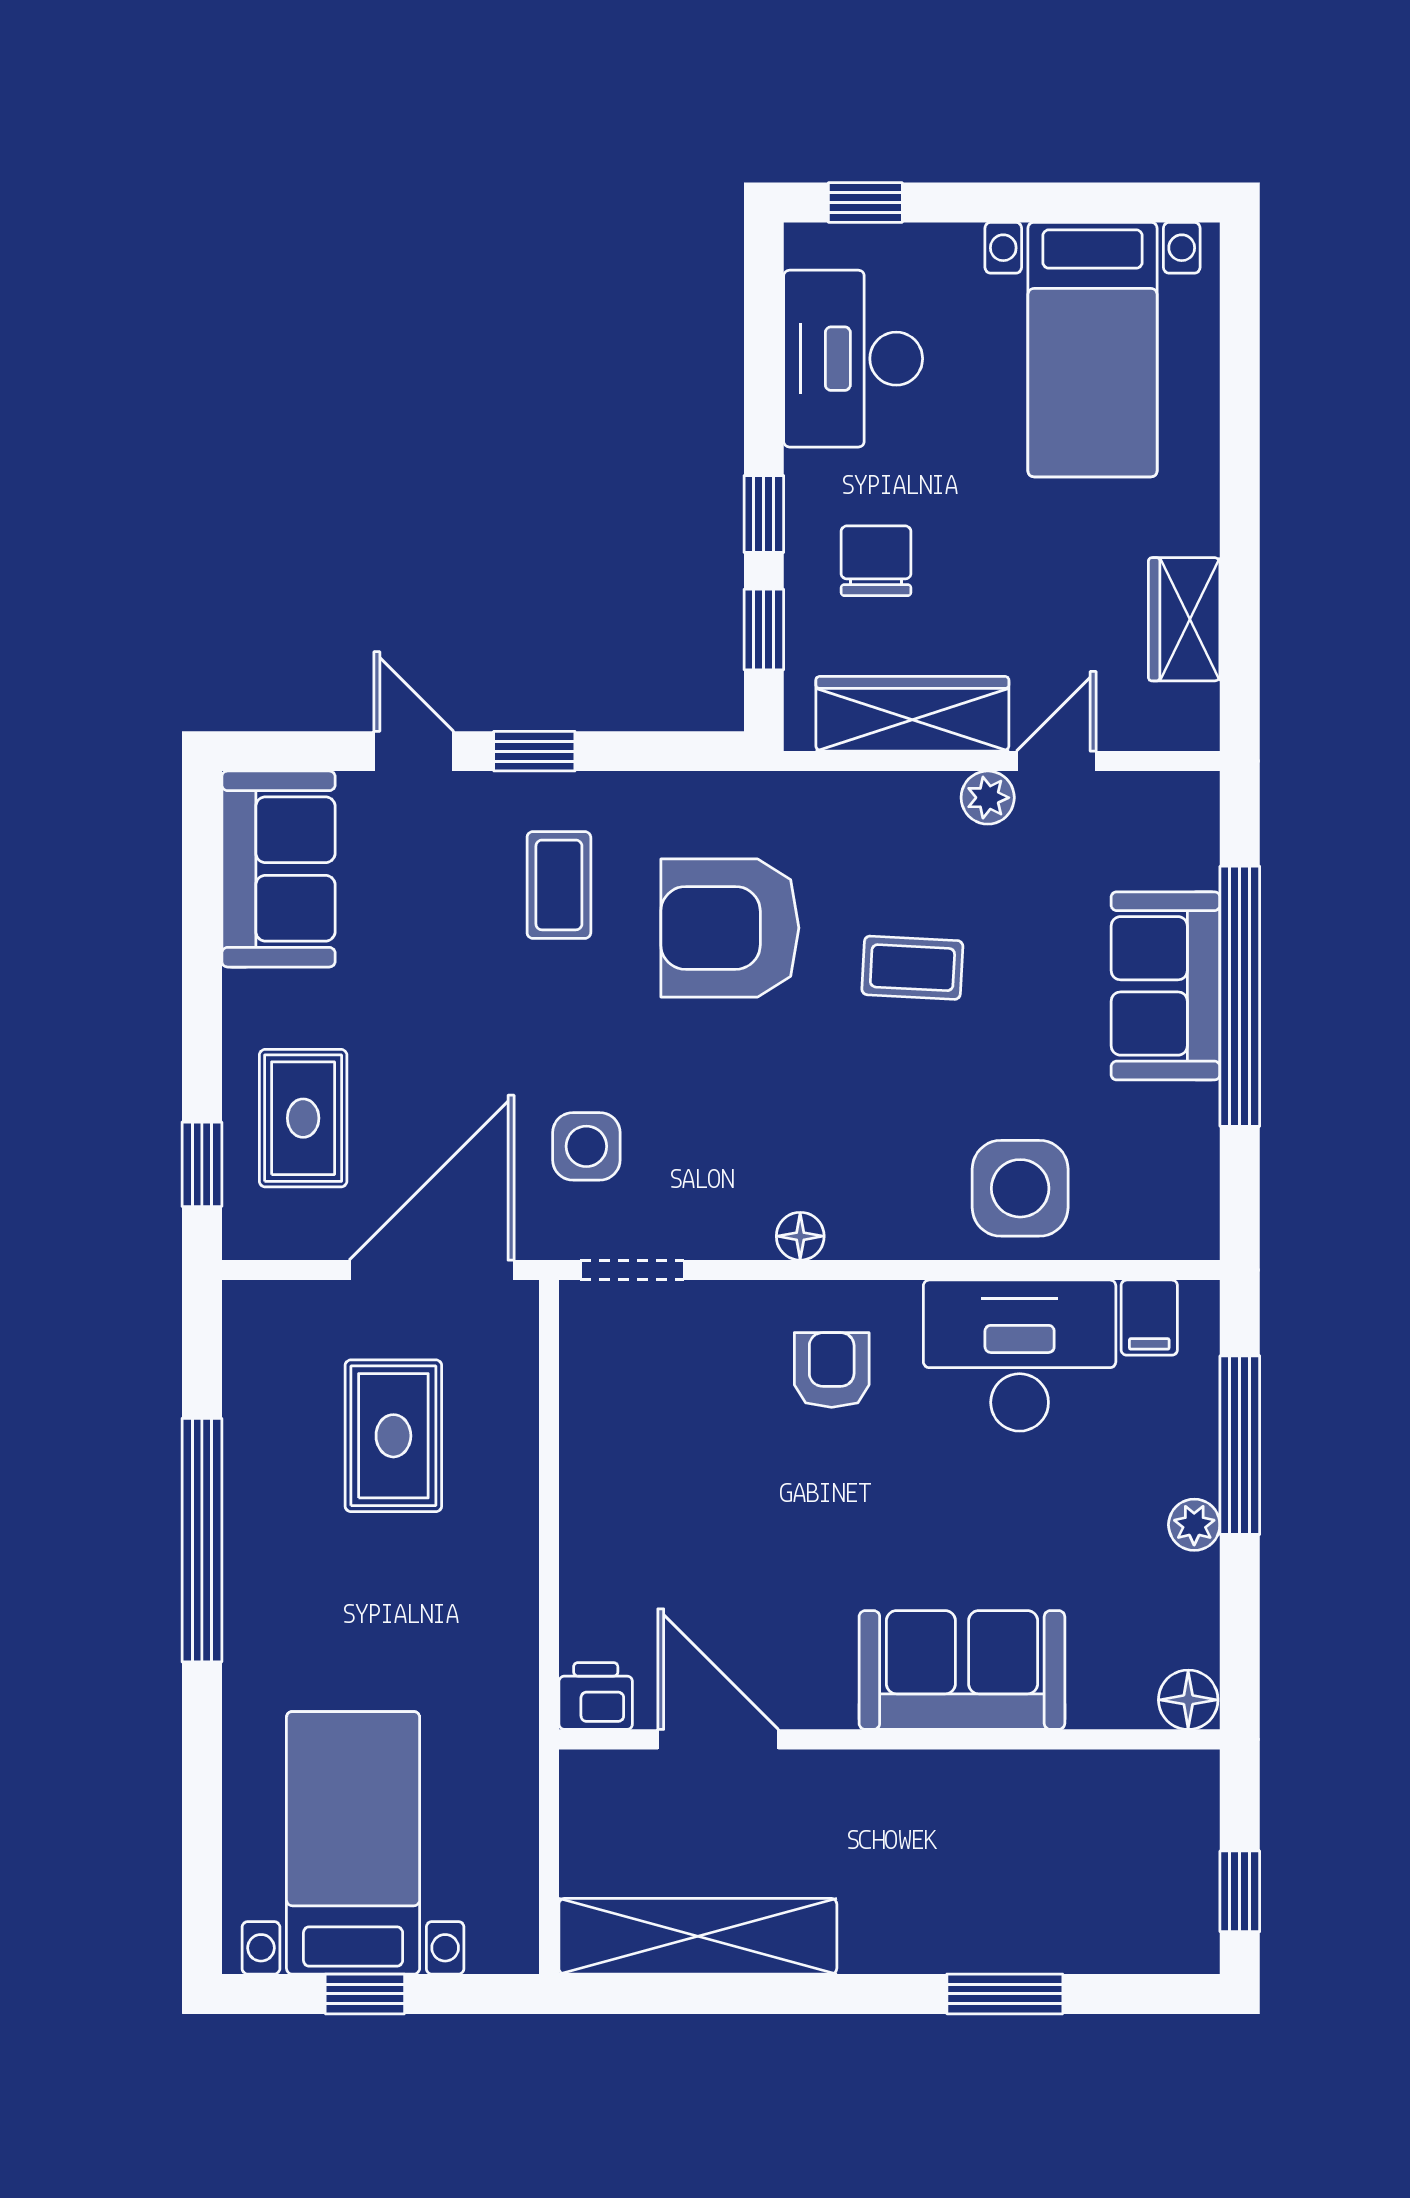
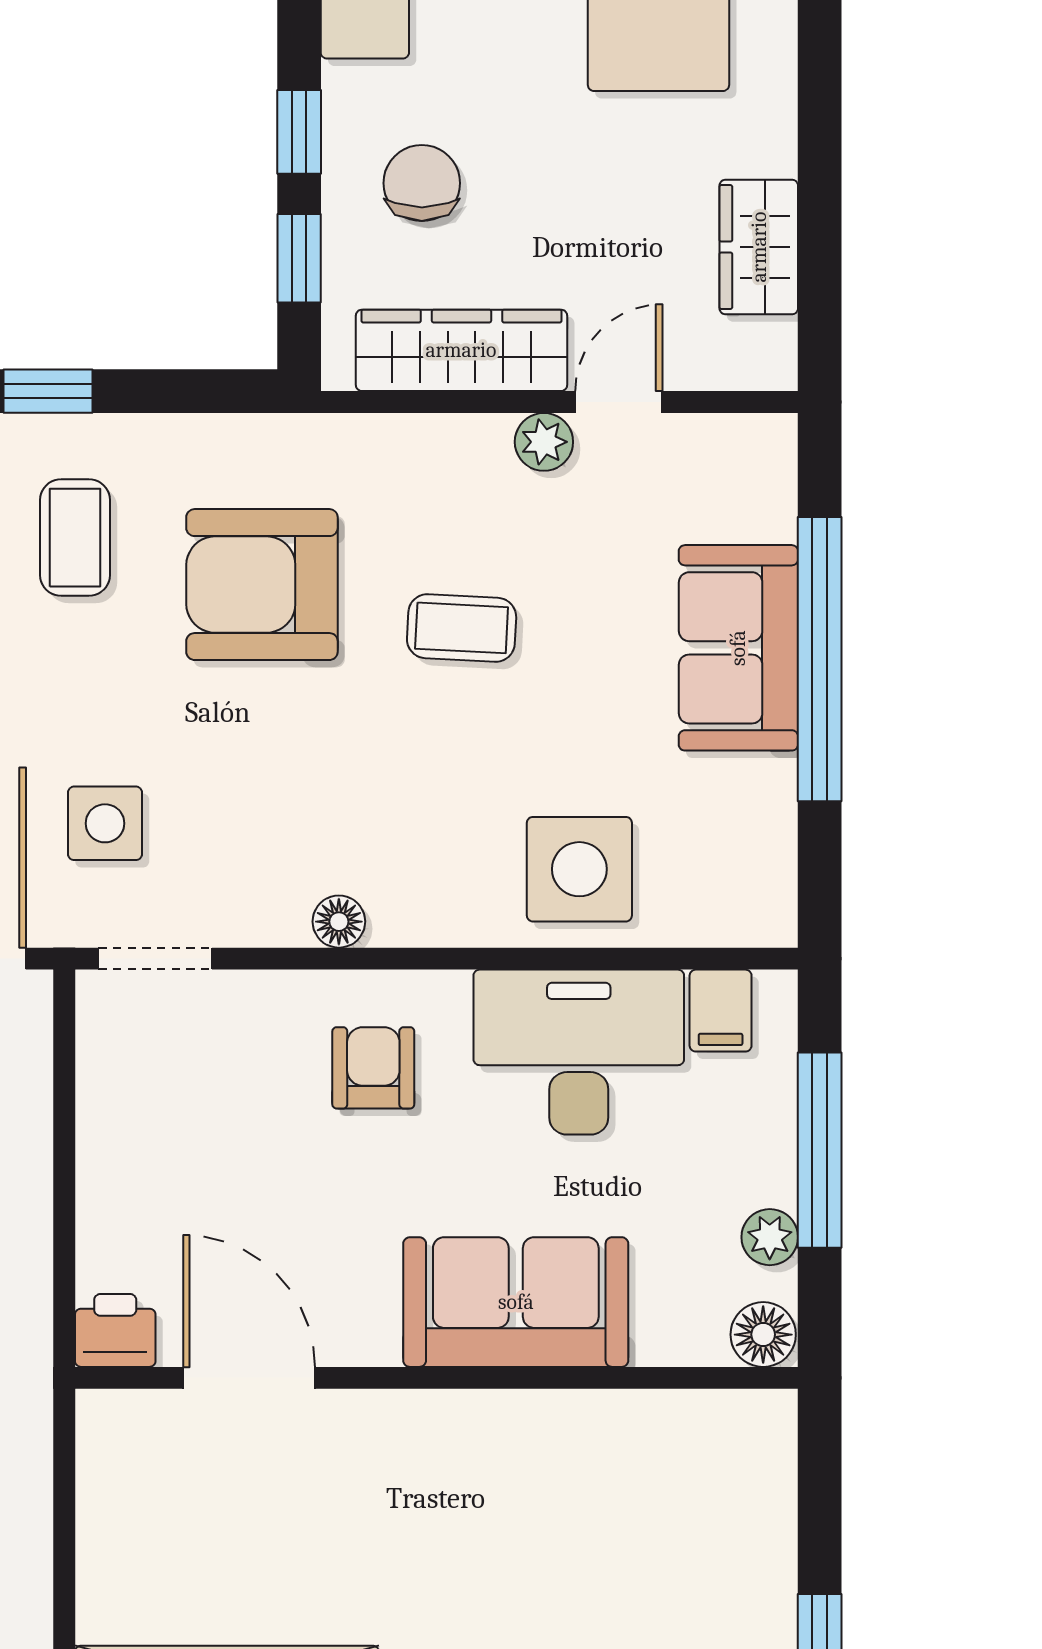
sofa: (962, 1670) -> (516, 1302), moved
printer: (596, 1696) -> (115, 1330), moved
floor lamp: (1188, 1700) -> (763, 1335), moved
door: (718, 1739) -> (249, 1378), moved
wall: (889, 1739) -> (436, 1378), moved

